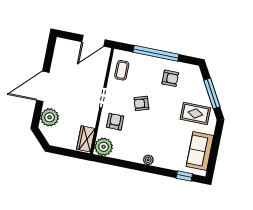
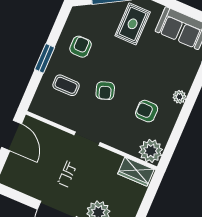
window: (156, 53) -> (45, 58), width x0.47
coffee table: (122, 70) -> (66, 85), moved
armchair: (115, 122) -> (147, 111), moved

